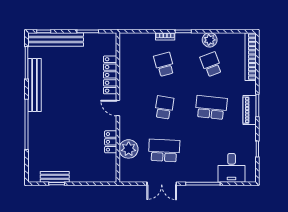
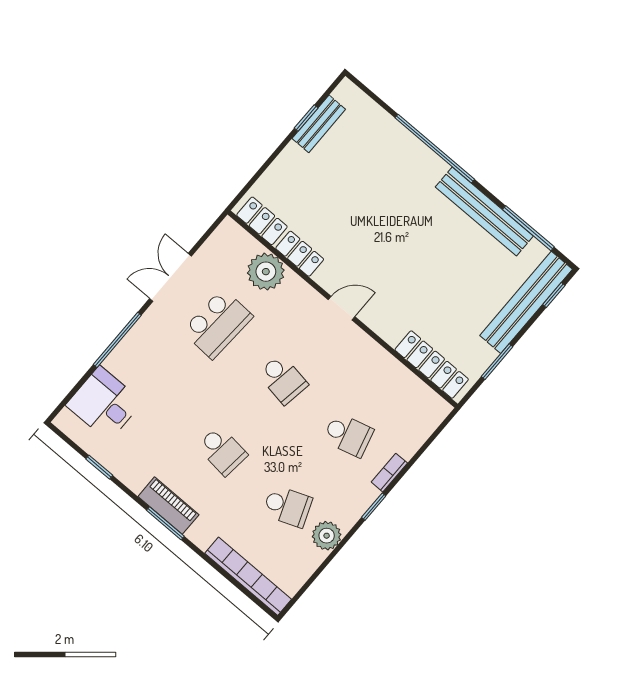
locker: (110, 75) -> (432, 365), moved
school desk: (211, 107) -> (222, 451), width x0.54
locker: (110, 167) -> (262, 221), added

